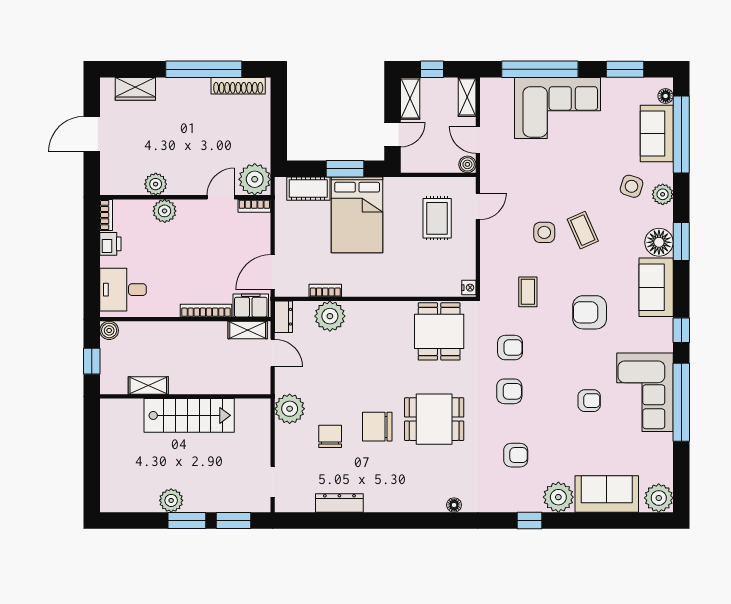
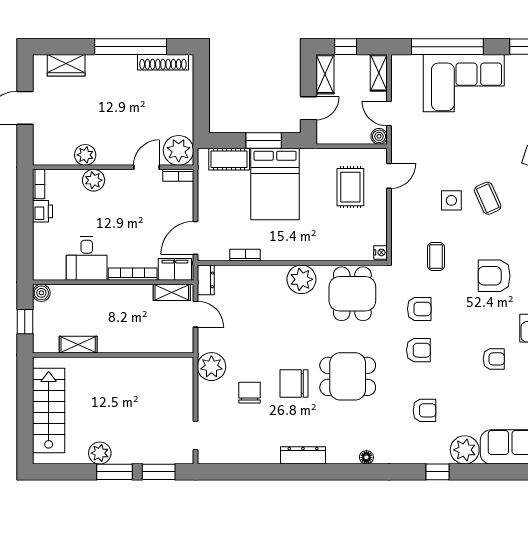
desk: (123, 290) -> (87, 259), moved, turned -90
plant: (330, 316) -> (301, 279), moved
stairs: (189, 415) -> (49, 410), moved, turned -90
dresser: (339, 503) -> (303, 455), moved

